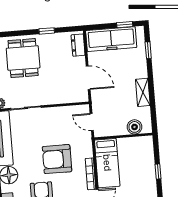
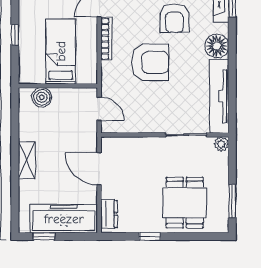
window: (148, 50) -> (15, 200), removed
shelving: (143, 92) -> (27, 160), moved
bed: (107, 163) -> (61, 51), moved

